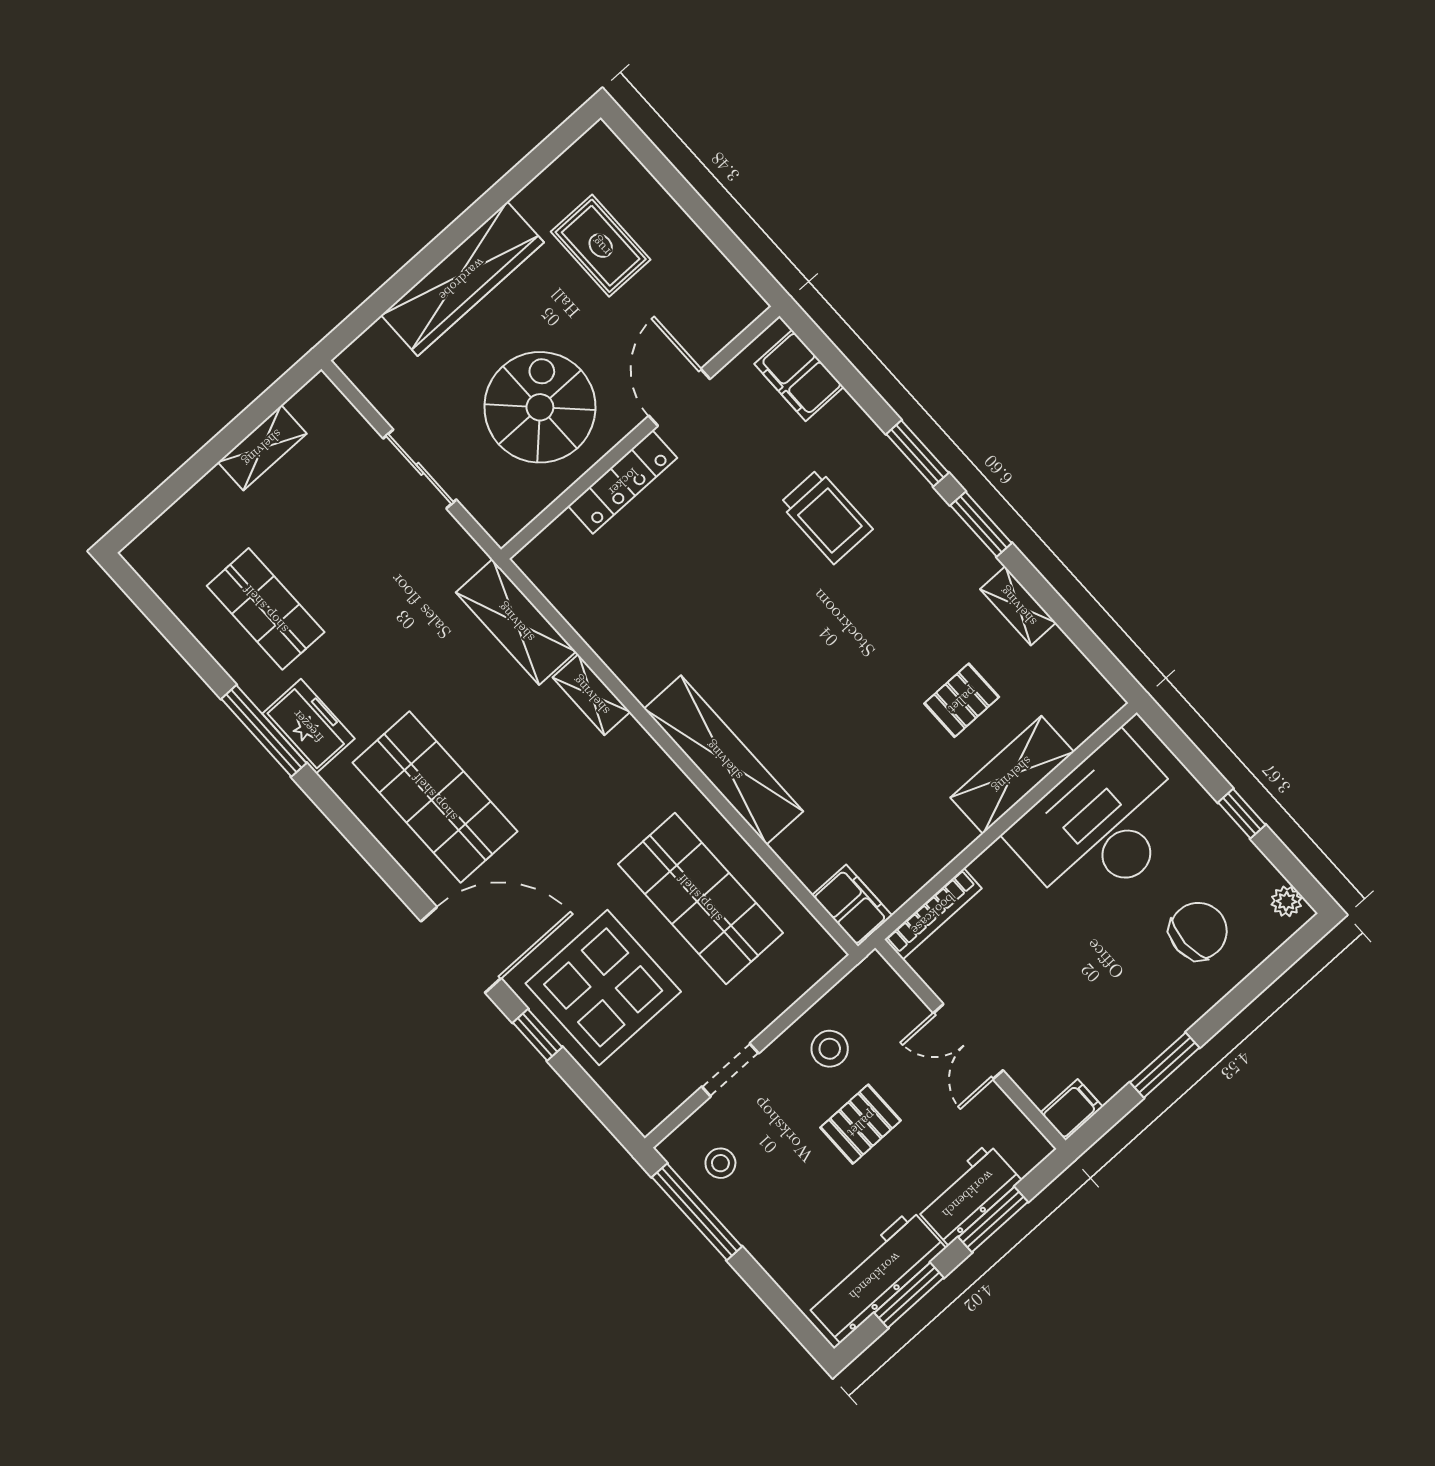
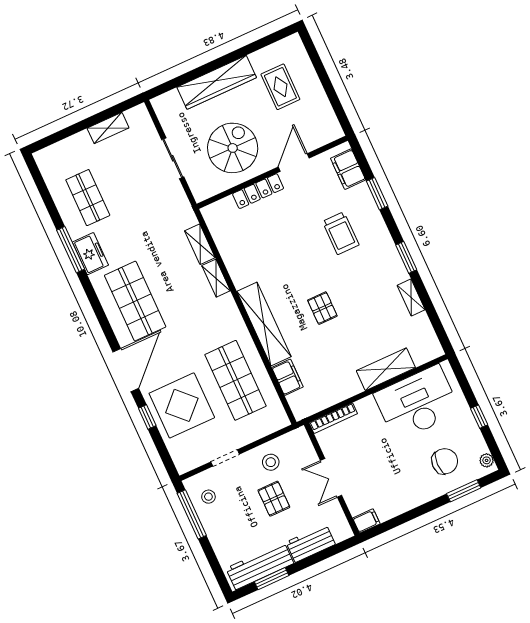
window: (917, 453) -> (377, 194), moved
shelving: (516, 622) -> (200, 244), width x0.67, depth x0.75
pallet: (962, 700) -> (322, 308), moved, turned 90
filing cabinet: (852, 905) -> (287, 377), moved
door: (461, 950) -> (126, 370), hinge flipped
window: (1165, 1065) -> (464, 491), moved
pallet: (861, 1124) -> (274, 499), turned 90
window: (993, 1220) -> (318, 557), removed

